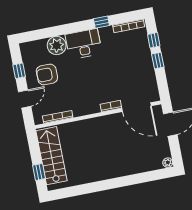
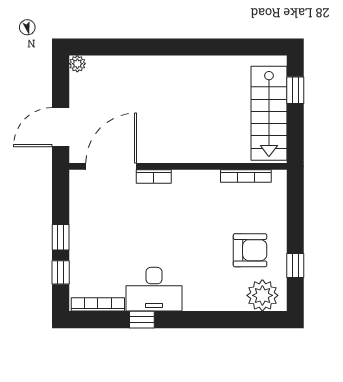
desk: (84, 44) -> (154, 289), moved
plant: (57, 45) -> (262, 295), moved
door: (25, 99) -> (295, 217), removed
door: (137, 107) -> (111, 166), hinge flipped

